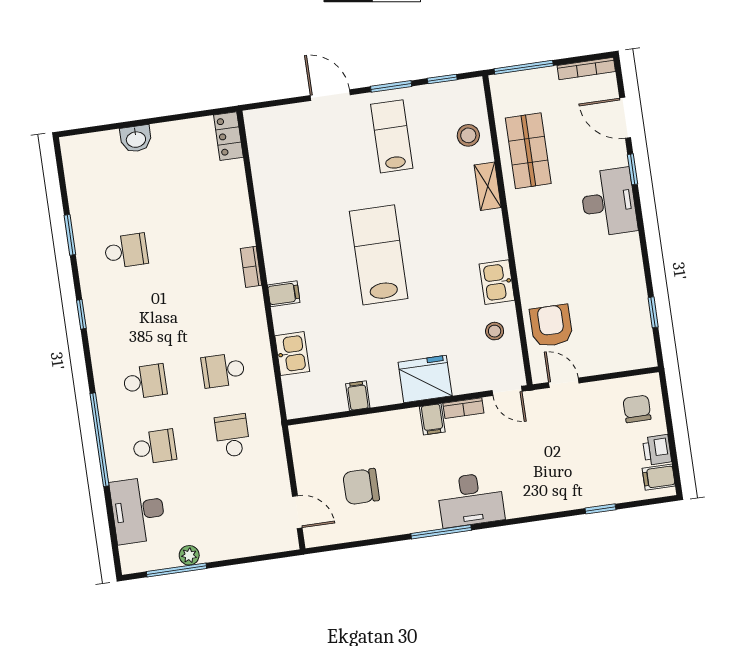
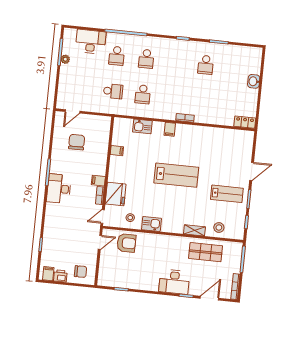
school desk: (223, 370) -> (143, 94), turned 180
fridge: (425, 379) -> (116, 194), moved

